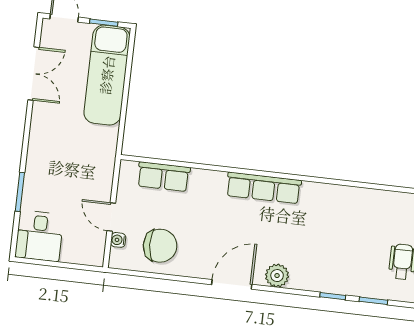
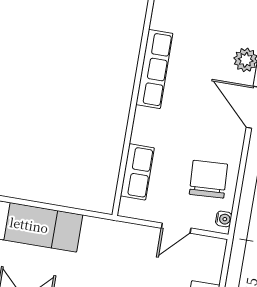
water cooler: (118, 240) -> (224, 219), moved, turned -90

